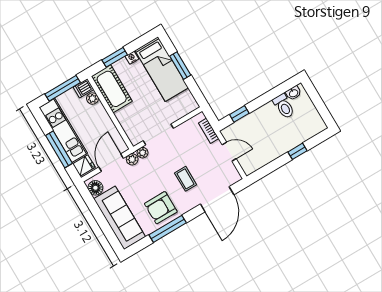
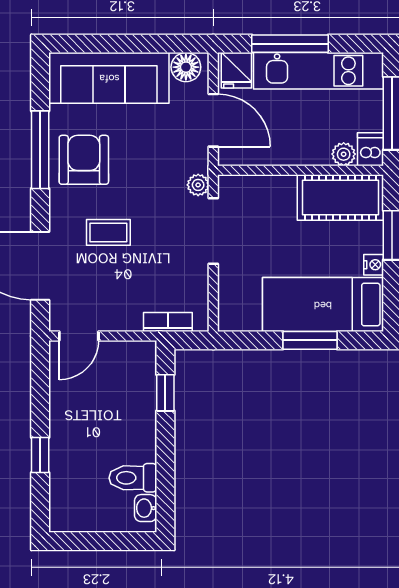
door: (229, 152) -> (79, 336), moved
plant: (132, 159) -> (197, 160), removed

